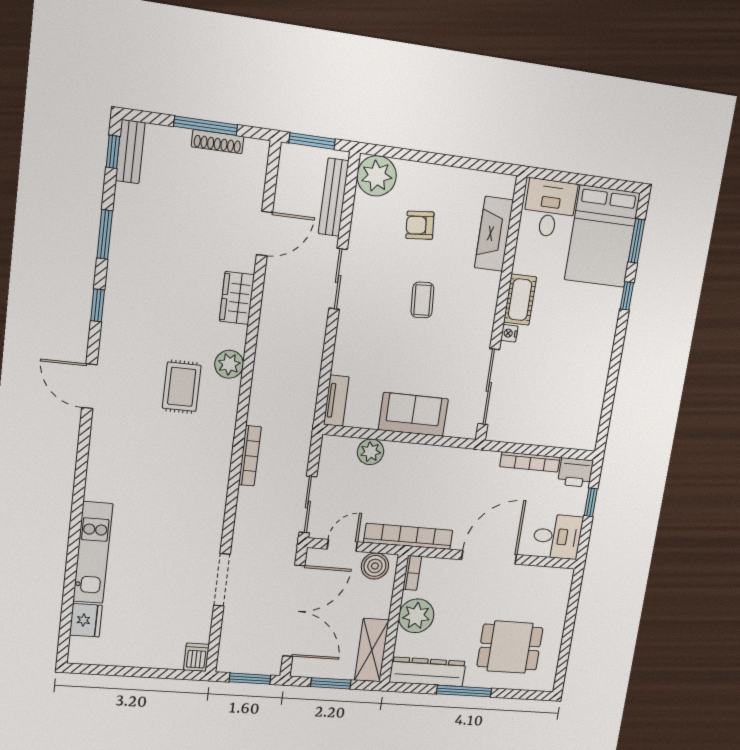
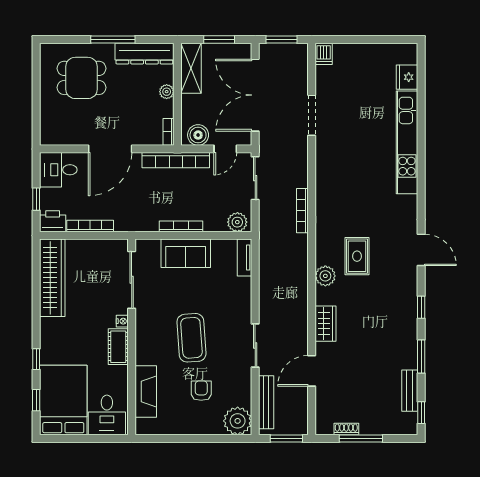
shoe rack: (218, 142) -> (346, 429), width x0.70
bench: (130, 152) -> (410, 391), moved
armchair: (420, 225) -> (201, 391), turned -85
window: (636, 241) -> (36, 400), width x0.67
coffee table: (422, 300) -> (191, 338), width x1.86, depth x1.72
wardrobe: (588, 400) -> (52, 278), added
bookcase: (414, 450) -> (181, 226), added
plant: (371, 452) -> (237, 222), moved
kitchen unit: (93, 553) -> (407, 142), width x1.36
plant: (416, 616) -> (167, 92), width x0.53, depth x0.53

